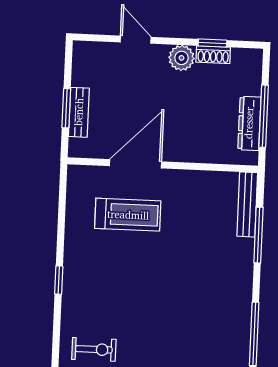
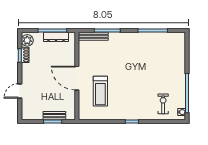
plant: (182, 58) -> (27, 40), moved
door: (135, 164) -> (77, 78), moved
treadmill: (128, 215) -> (100, 91), turned 180

